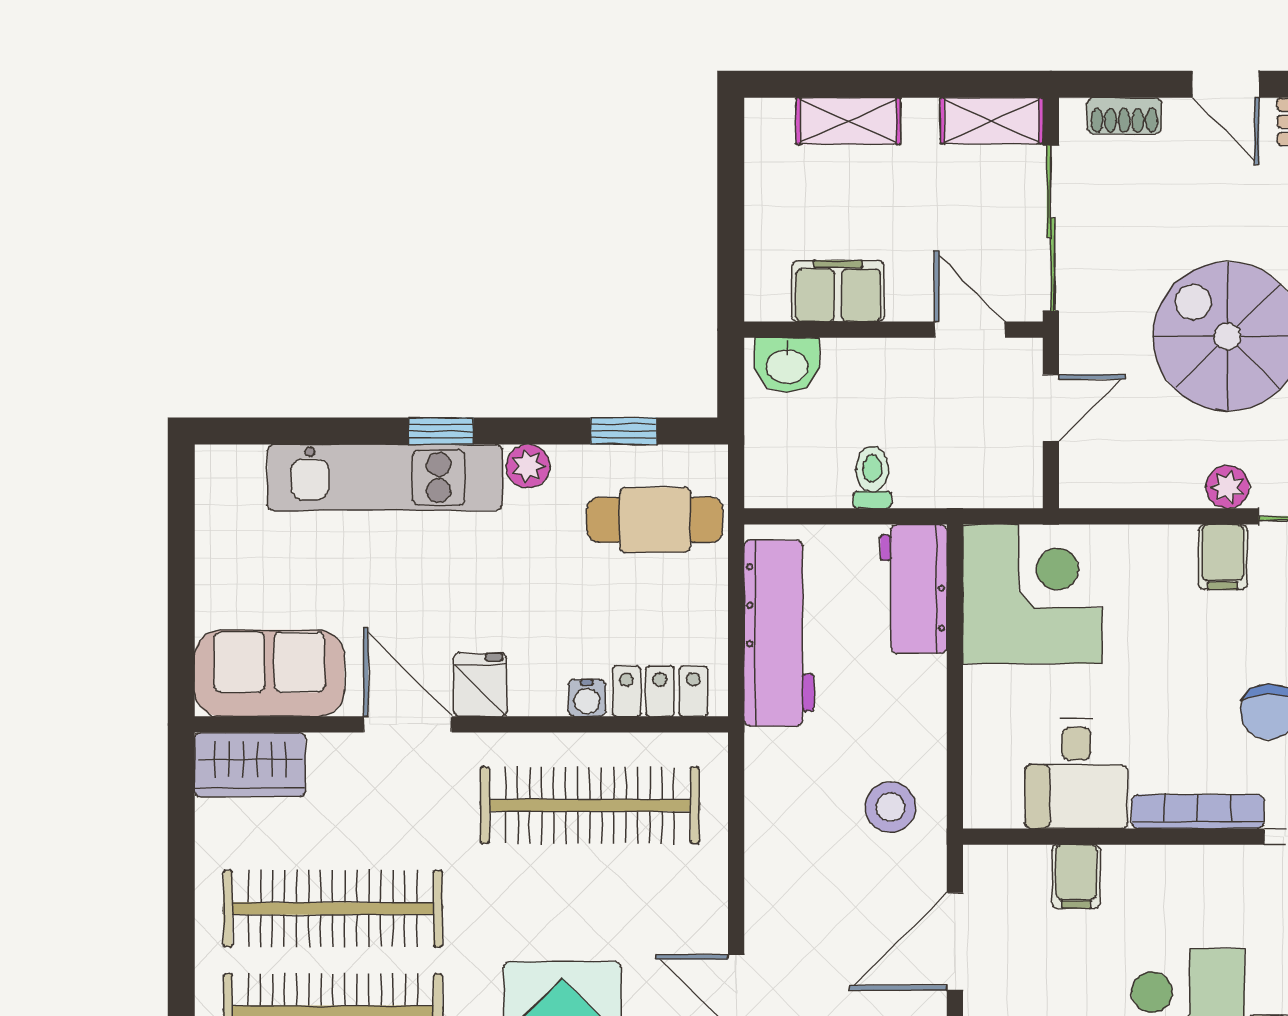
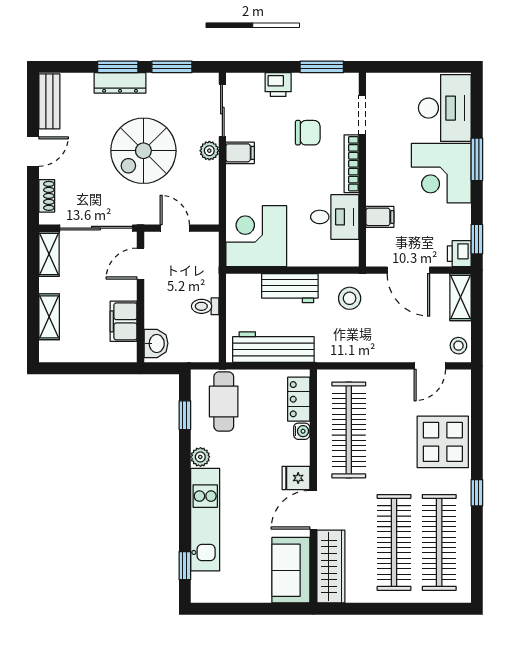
window: (441, 431) -> (185, 566), moved
workbench: (914, 589) -> (290, 288), moved
wardrobe: (250, 765) -> (331, 567), width x1.50

